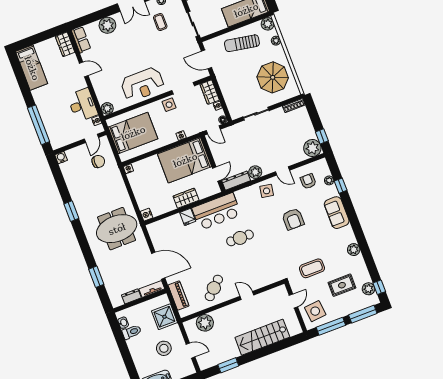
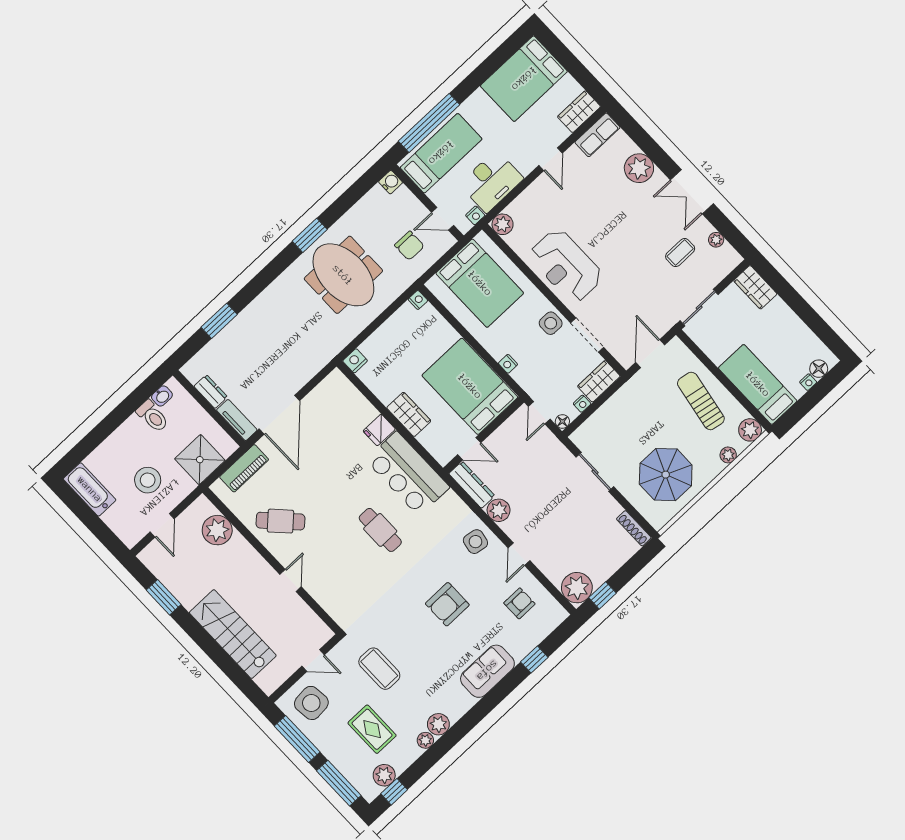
bed: (32, 68) -> (524, 79), width x1.50
bed: (57, 125) -> (441, 153), added
plant: (329, 180) -> (425, 740), moved
meeting table: (117, 229) -> (343, 275), moved

